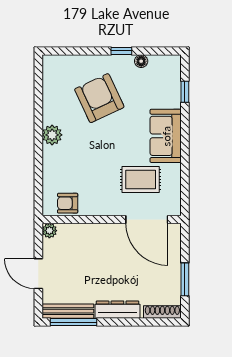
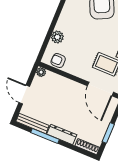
plant: (52, 135) -> (57, 37), moved
window: (73, 322) -> (45, 136), moved

